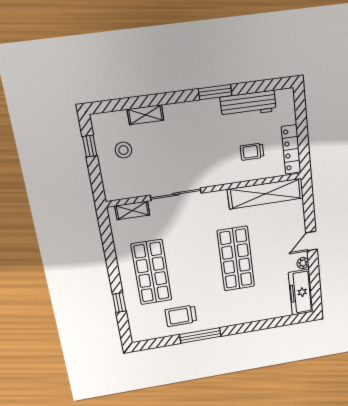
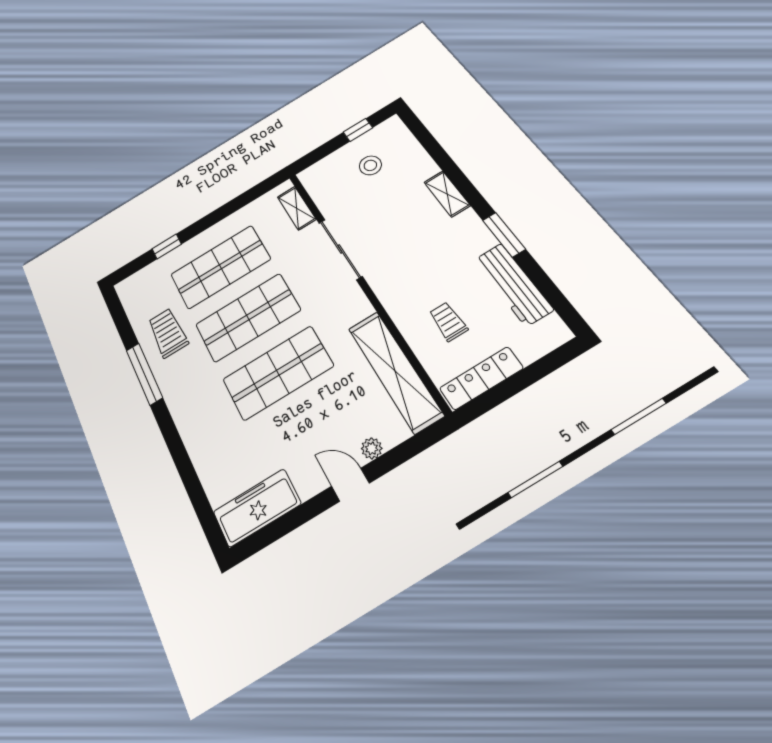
shelving: (145, 115) -> (447, 194), moved
plant: (303, 263) -> (372, 448), moved
shop shelf: (194, 265) -> (248, 317), added

